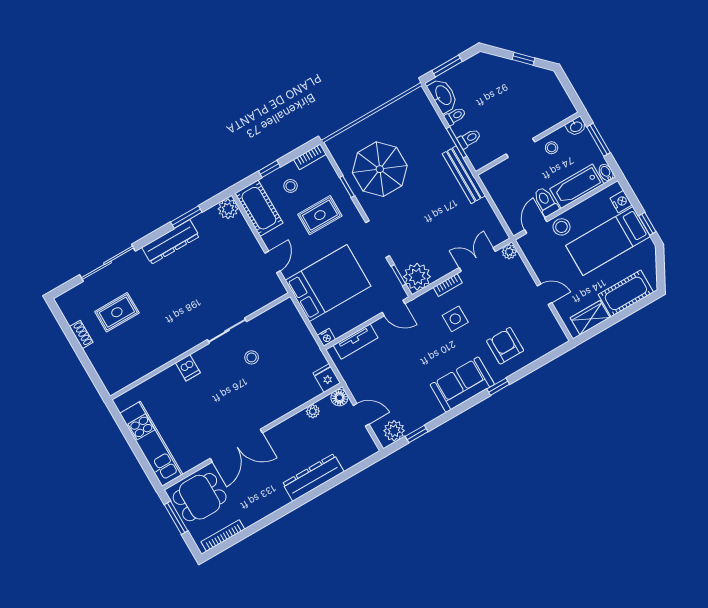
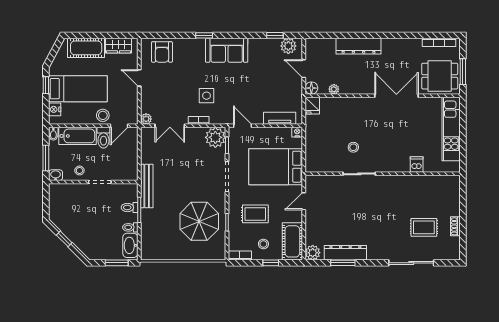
dresser: (171, 242) -> (345, 253), moved
armchair: (505, 346) -> (162, 52), moved
dishwasher: (188, 368) -> (417, 165), moved

